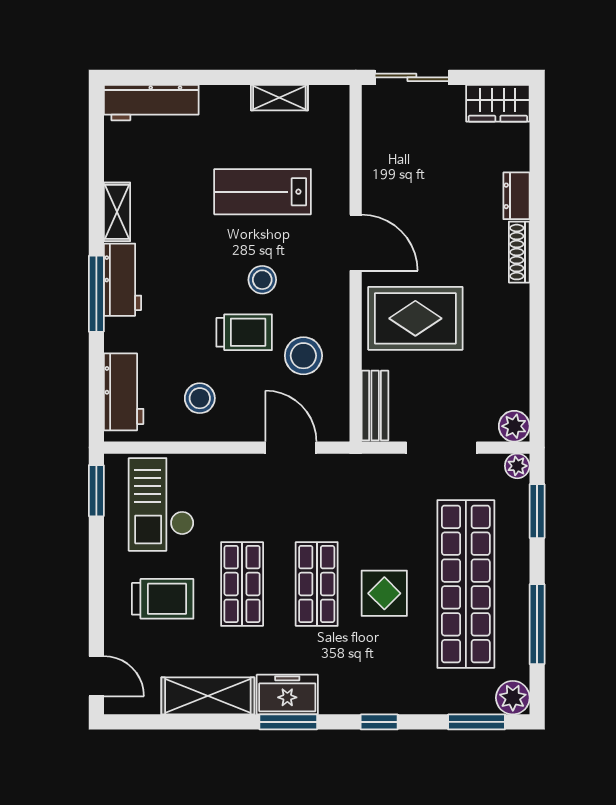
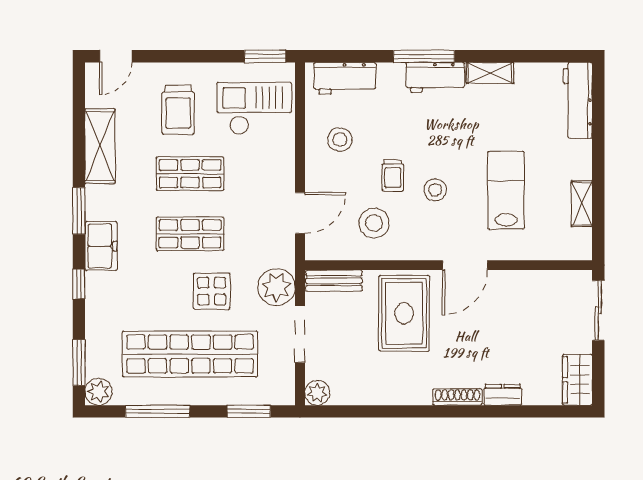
trolley: (244, 332) -> (393, 175), width x0.73, depth x0.72
plant: (517, 466) -> (276, 287), moved, width x1.88, depth x1.88
display table: (384, 593) -> (212, 291), moved
freezer: (287, 695) -> (101, 246), moved

